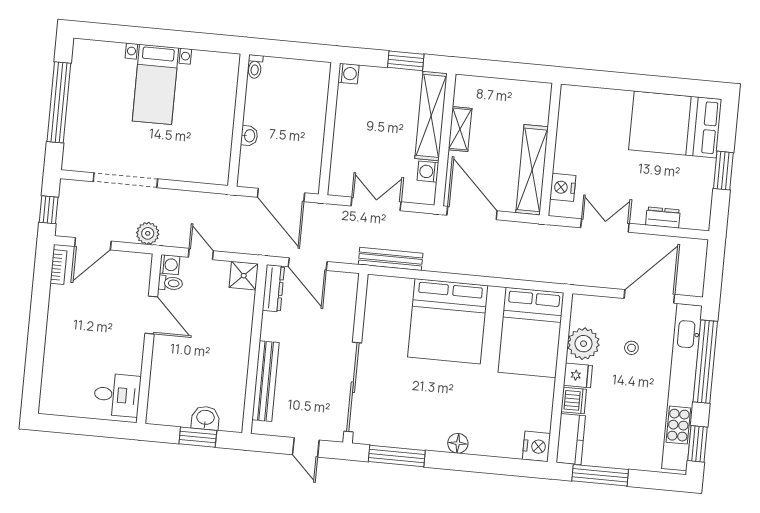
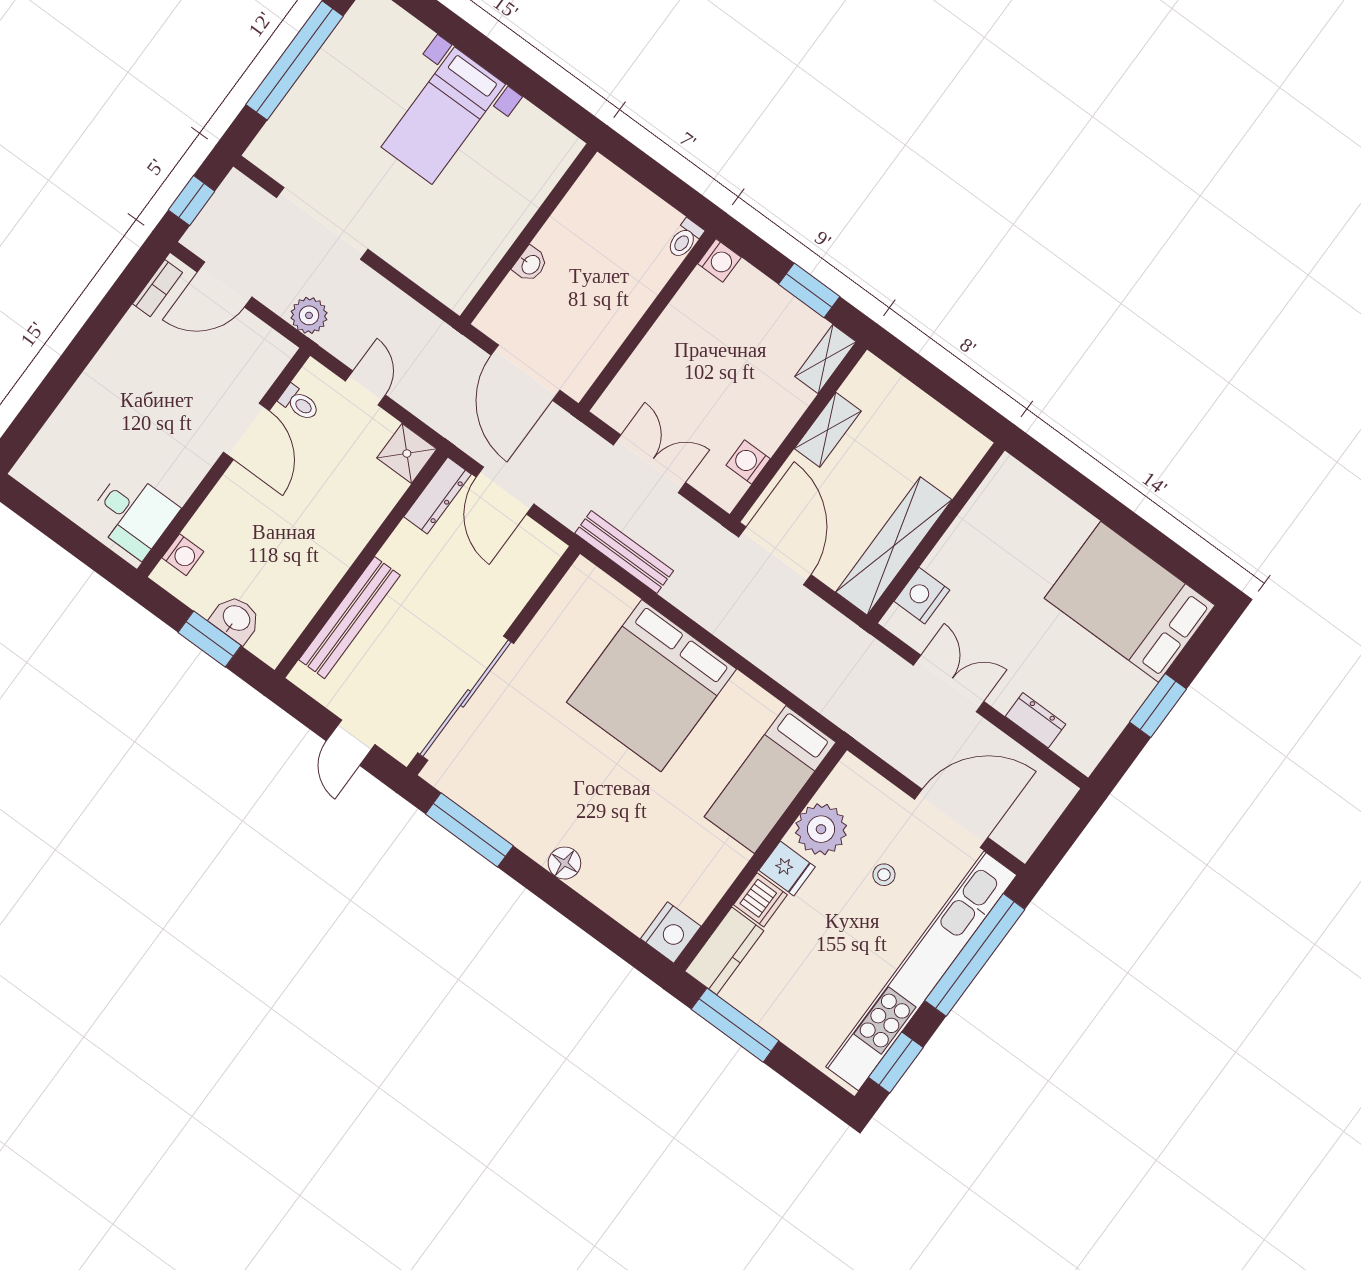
toilet: (255, 67) -> (685, 239), moved
shelving: (431, 116) -> (825, 359), width x0.45, depth x0.75
washing machine: (170, 265) -> (183, 555), moved
bed: (531, 333) -> (770, 780), width x0.67

